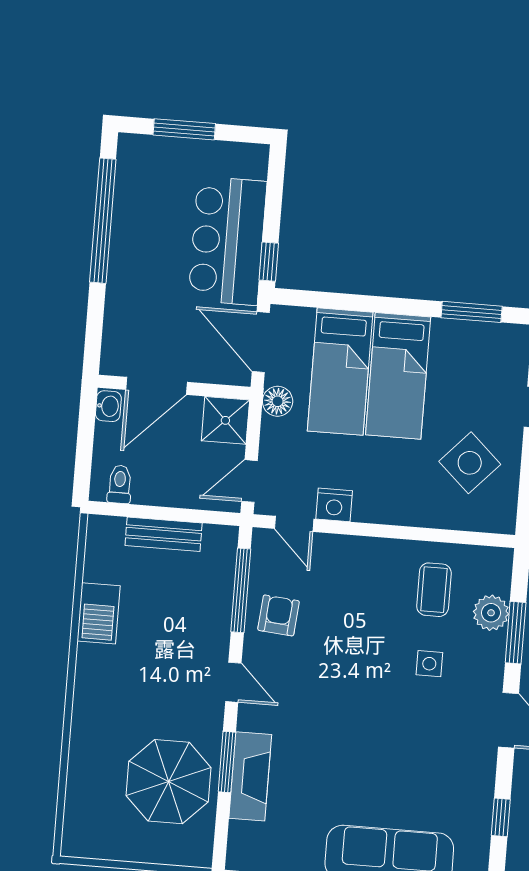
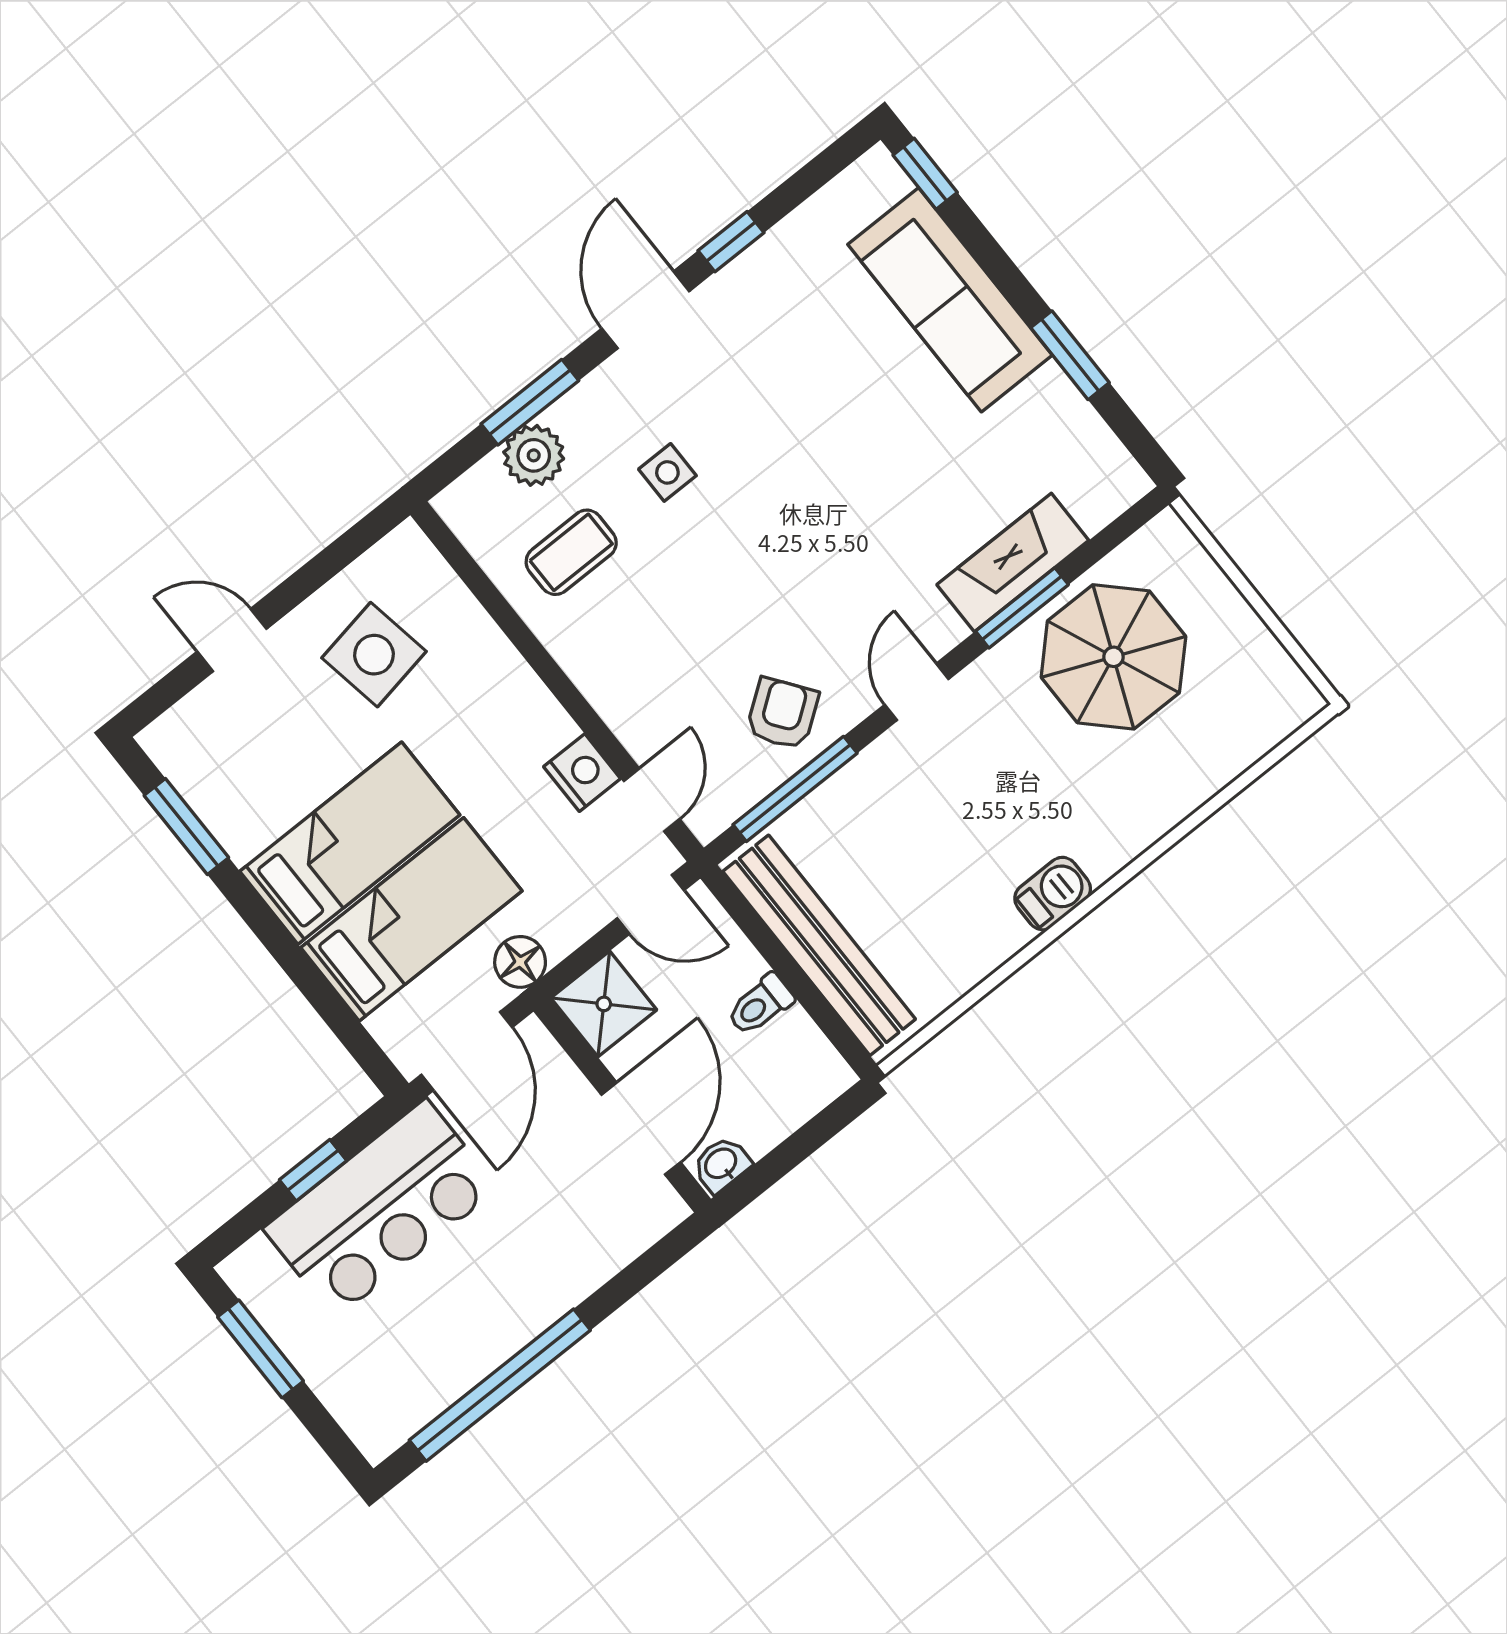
window: (184, 129) -> (260, 1349), moved
window: (269, 262) -> (313, 1170), moved
door: (156, 386) -> (641, 1129), hinge flipped
side table: (470, 463) -> (374, 655), turned 37
toilet: (120, 484) -> (760, 1005), moved
bench: (164, 534) -> (819, 945), width x1.86, depth x1.21
barbecue: (99, 613) -> (1053, 894), moved, width x0.73, depth x0.79
armchair: (278, 615) -> (782, 714), turned 139
window: (501, 817) -> (731, 242), moved

